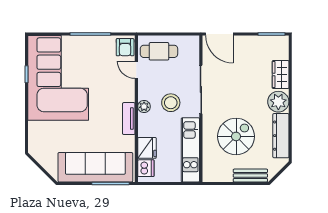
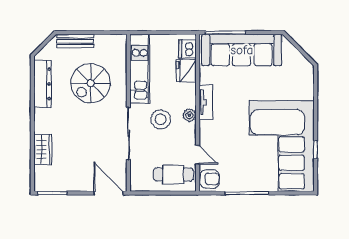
armchair: (125, 47) -> (210, 179), turned 90
plant: (278, 102) -> (45, 120), removed

